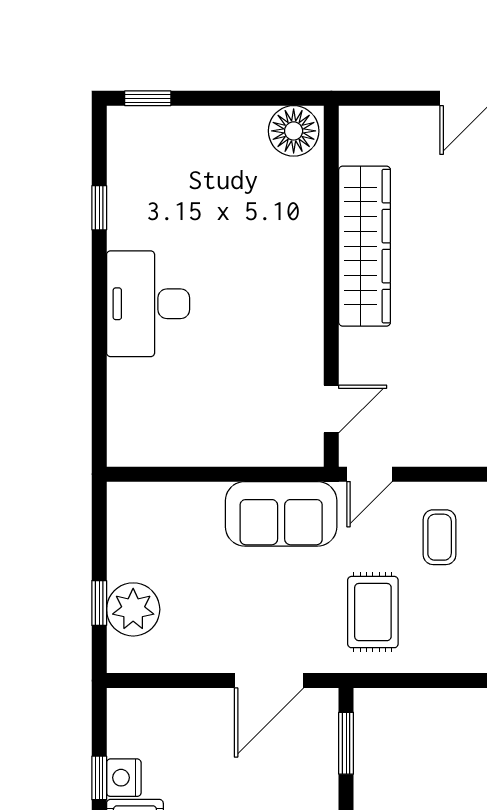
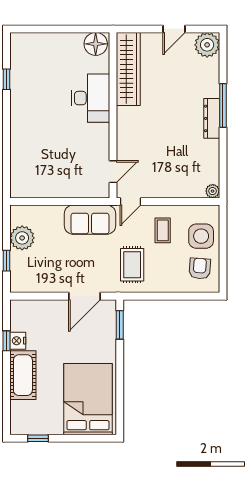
window: (148, 98) -> (29, 29), removed
wardrobe: (365, 246) -> (128, 69), moved
desk: (148, 304) -> (91, 98), moved, turned 180
plant: (133, 609) -> (22, 238), moved

